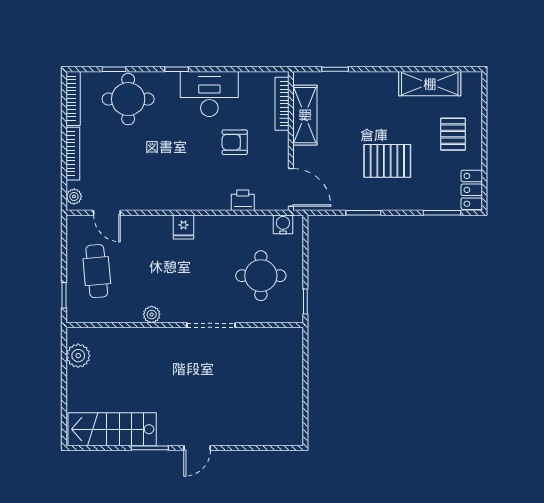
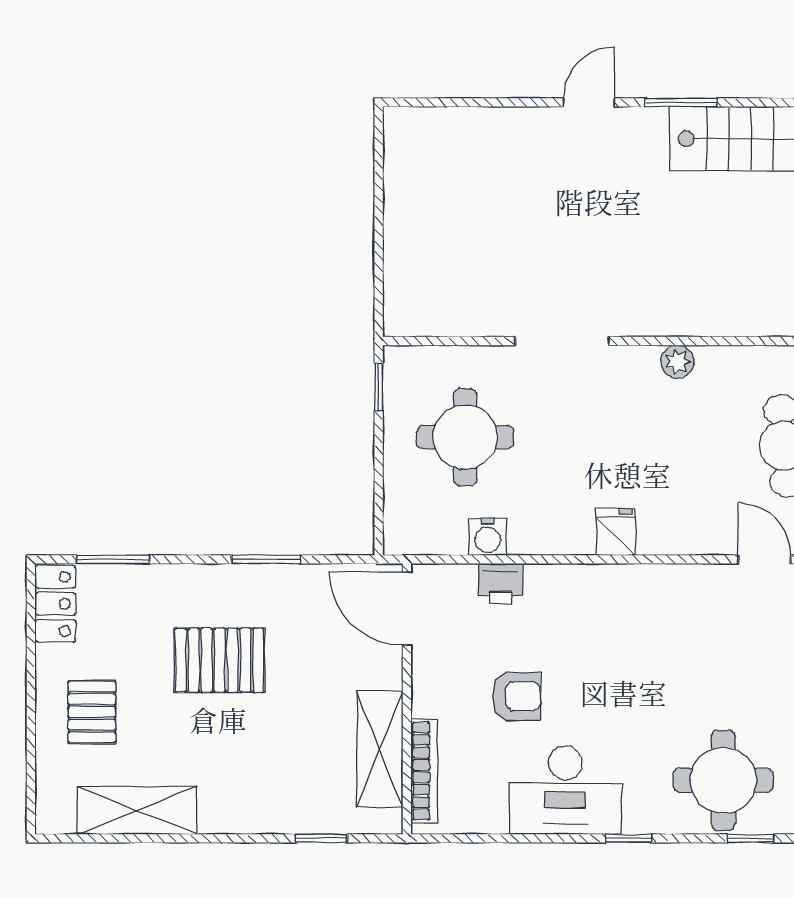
water cooler: (283, 224) -> (488, 537), moved

